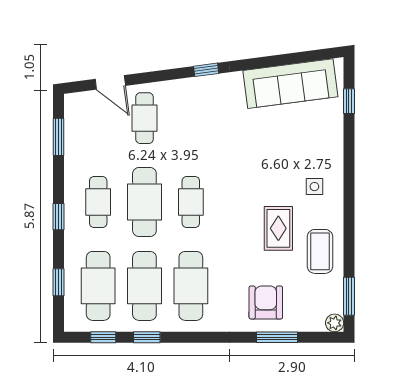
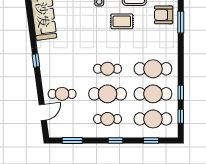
armchair: (266, 302) -> (164, 15), moved

